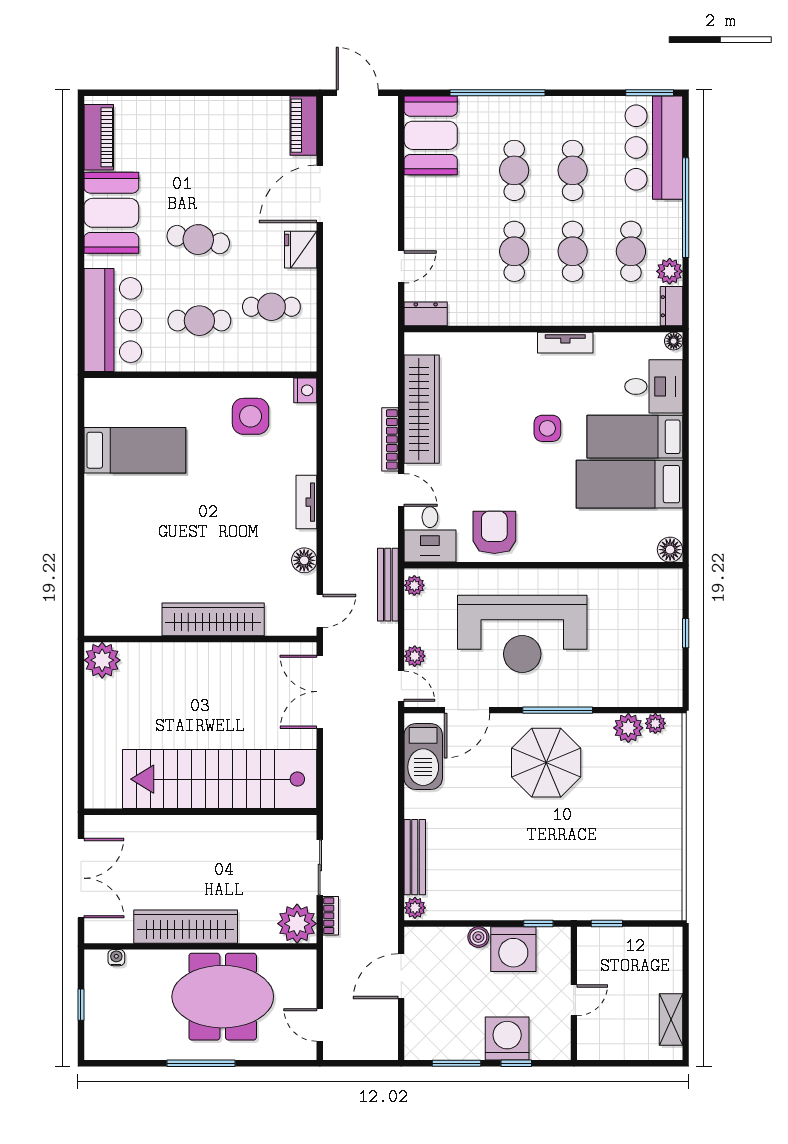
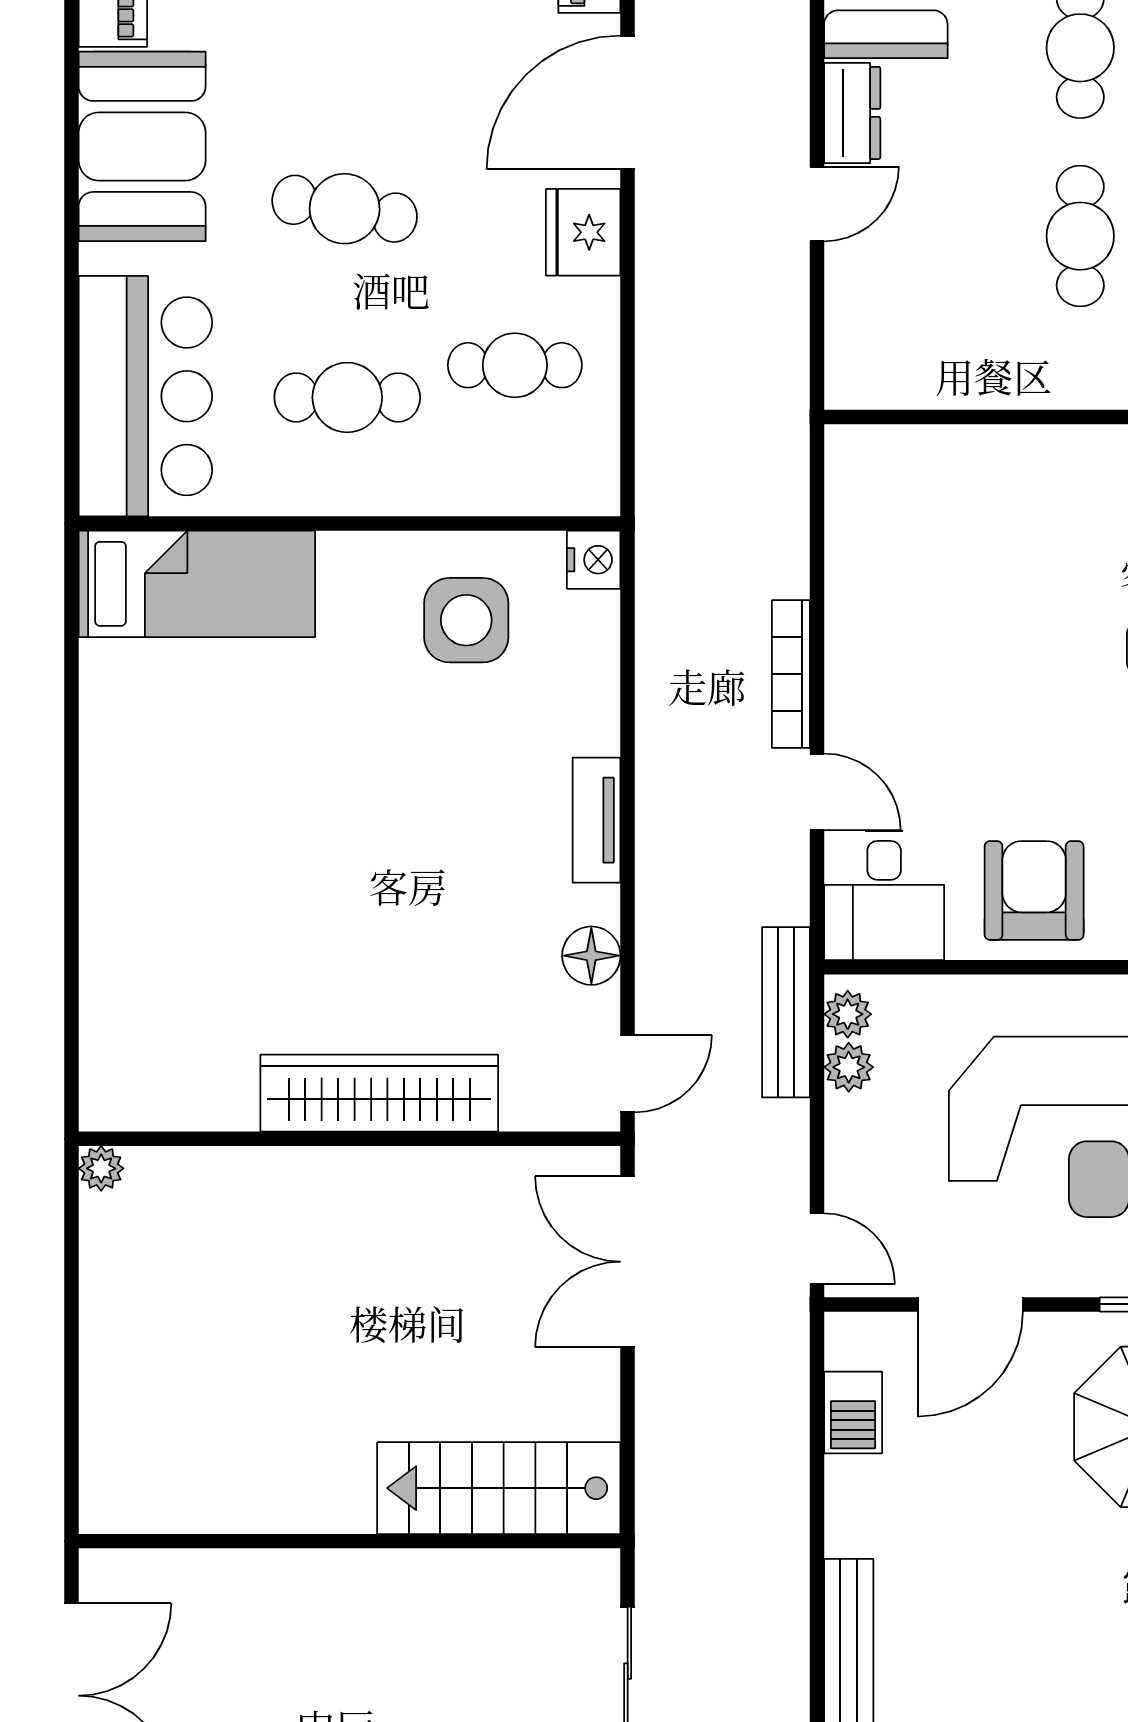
door: (401, 267) -> (817, 204), moved
dresser: (426, 314) -> (852, 113), moved, turned 90
wardrobe: (422, 409) -> (865, 604), removed
bed: (135, 450) -> (197, 584), moved
plant: (415, 656) -> (849, 1067), moved
plant: (102, 660) -> (101, 1168), width x0.53, depth x0.53
barbecue: (423, 757) -> (853, 1413), width x0.53, depth x0.65
stairs: (220, 779) -> (499, 1488), width x0.54, depth x0.66

